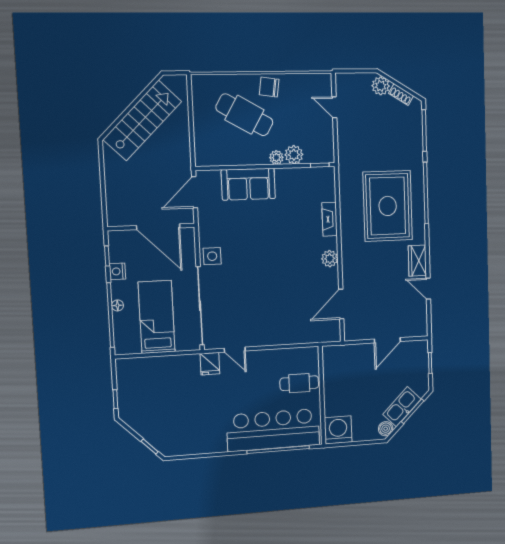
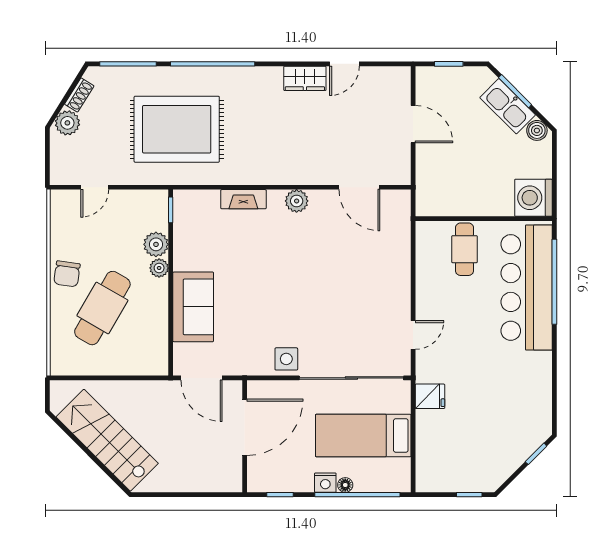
rug: (388, 206) -> (177, 129), moved
nightstand: (117, 271) -> (325, 483), moved
fridge: (210, 364) -> (430, 396), moved

